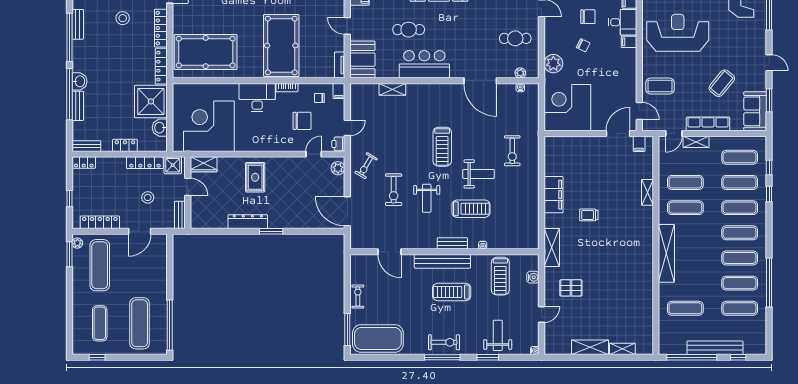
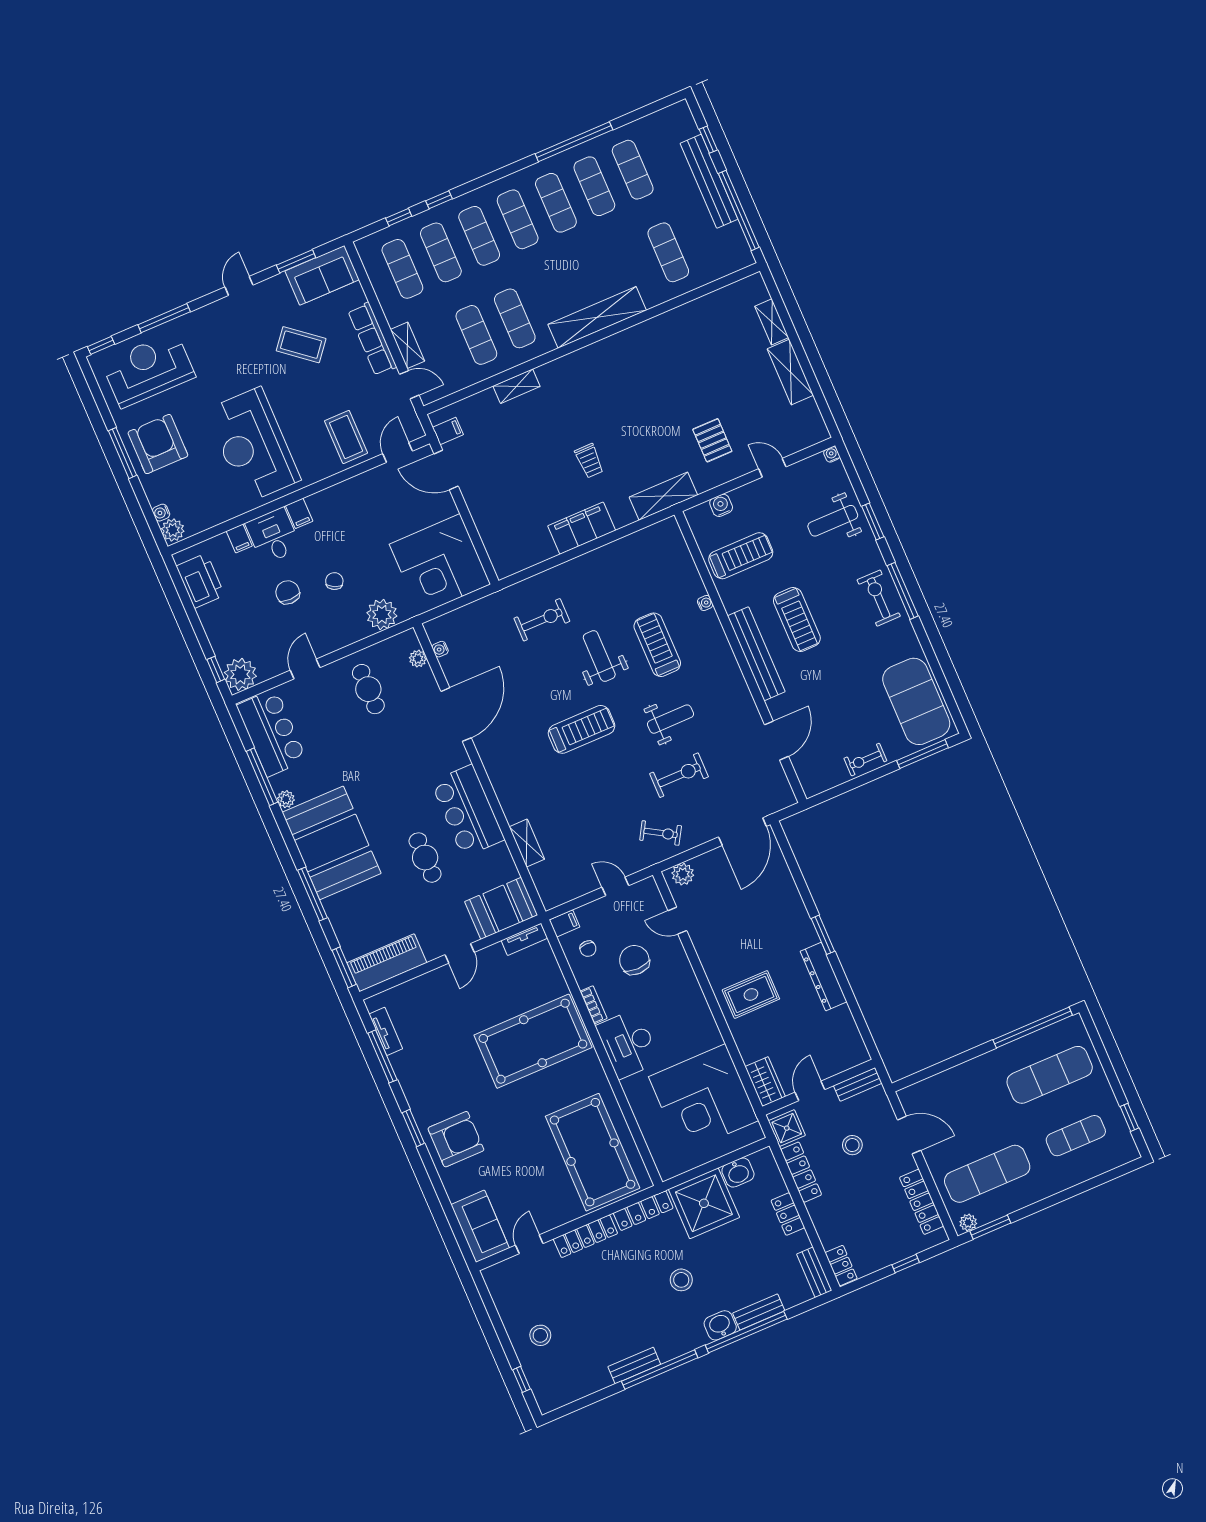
stool: (123, 18) -> (681, 1280), moved
printer: (338, 144) -> (646, 890), removed
bench: (452, 243) -> (722, 650), removed

